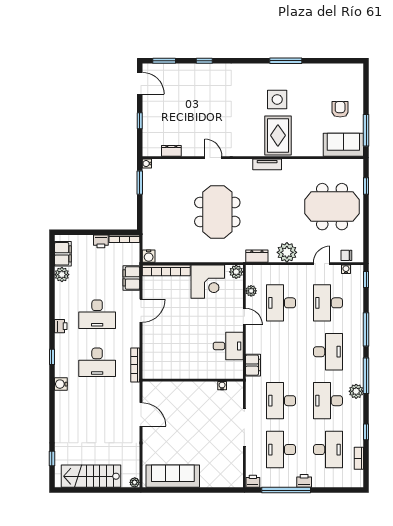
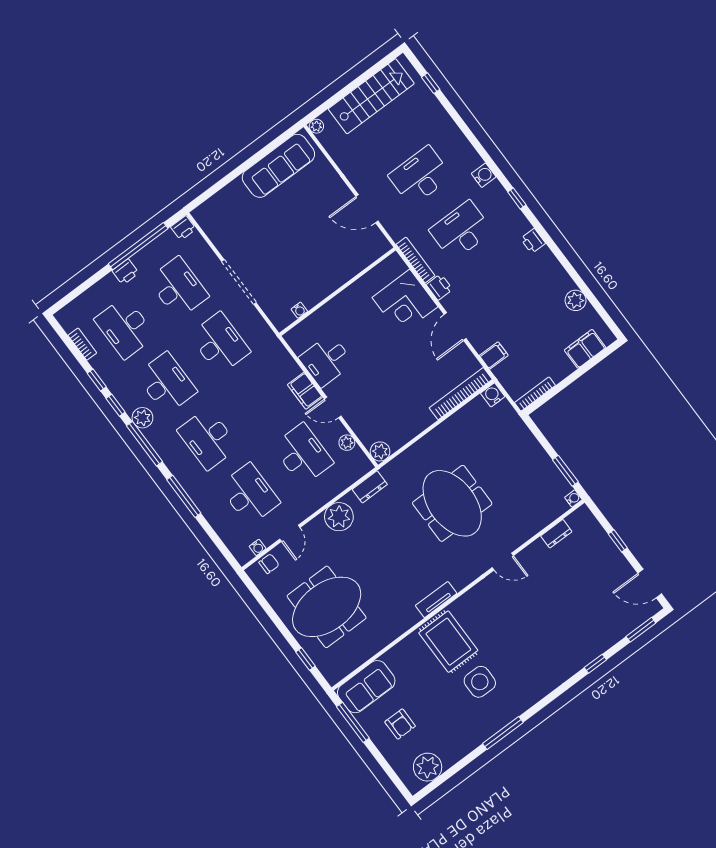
plant: (343, 73) -> (428, 767), added
printer: (101, 241) -> (439, 287), moved, turned 90
filing cabinet: (63, 254) -> (585, 349), moved, turned 90
filing cabinet: (131, 278) -> (494, 355), width x0.50
window: (366, 280) -> (116, 405), moved
corner desk: (208, 282) -> (405, 302), moved, turned -90
desk: (97, 314) -> (420, 176), moved
filing cabinet: (253, 365) -> (305, 391), moved

